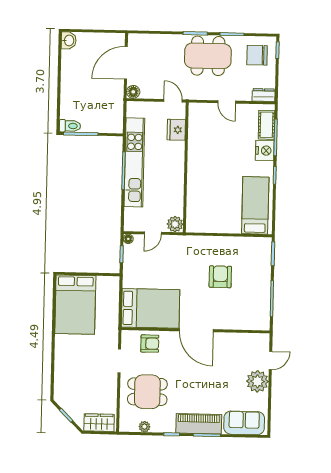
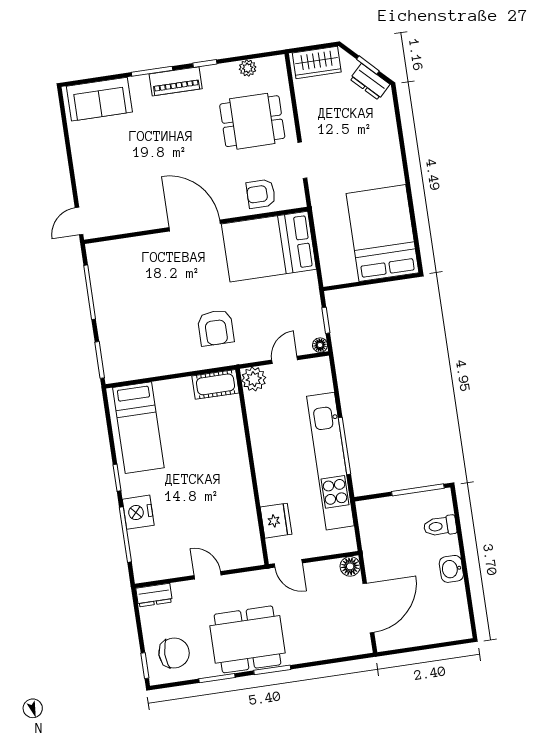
washbasin: (69, 40) -> (451, 569), moved
cot: (267, 125) -> (215, 384), moved, turned 90
toilet: (70, 126) -> (440, 526), moved
armchair: (220, 277) -> (216, 328), moved
door: (270, 361) -> (79, 221), moved
plant: (257, 381) -> (90, 165), removed
dresser: (67, 404) -> (370, 82), added
piano: (199, 424) -> (176, 81), width x0.73, depth x0.75

